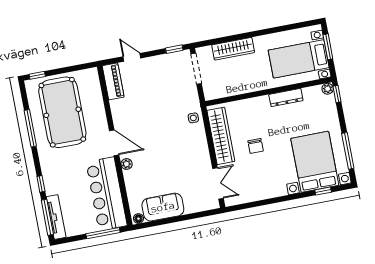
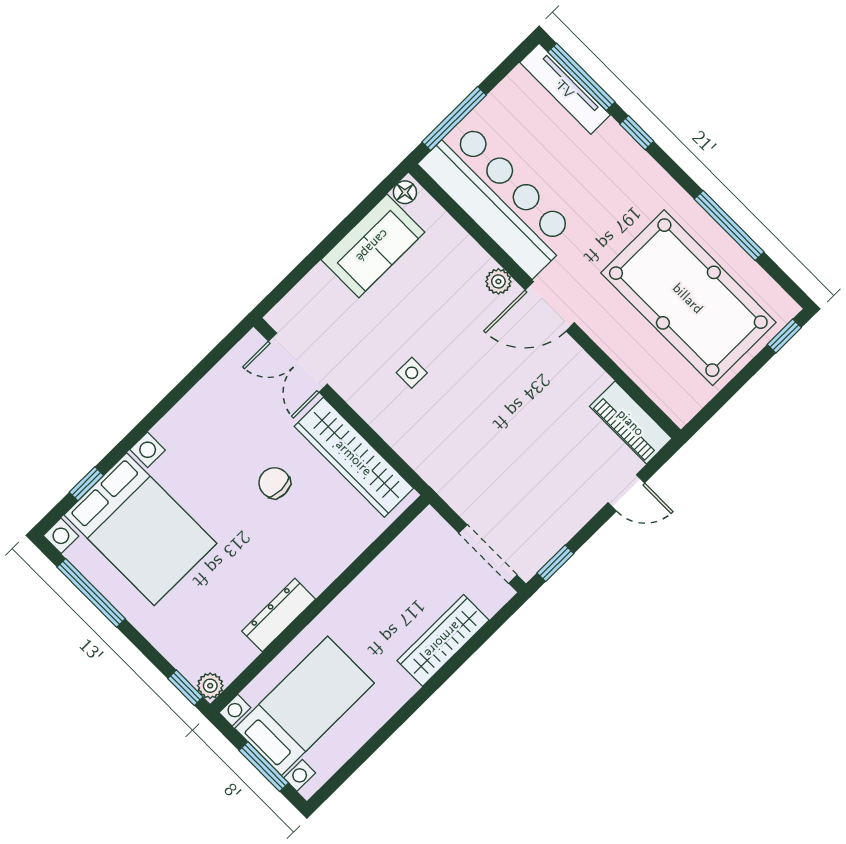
side table: (193, 118) -> (412, 373), moved

